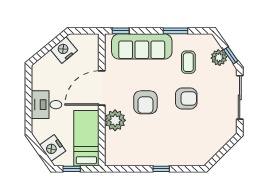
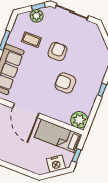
armchair: (145, 102) -> (65, 83), moved, turned 180
desk: (46, 105) -> (22, 156), removed
plant: (115, 120) -> (79, 120), moved

